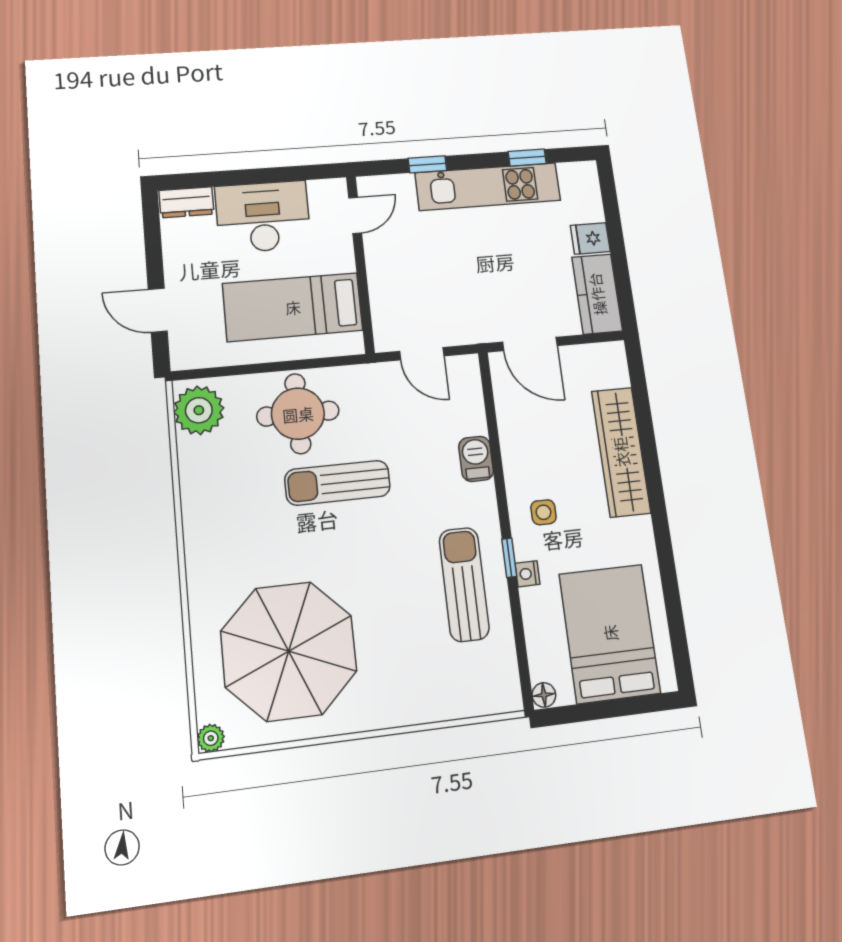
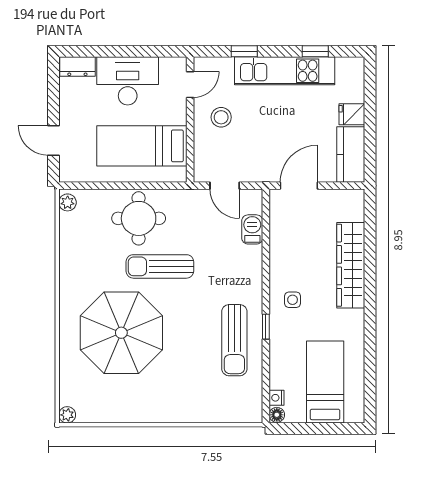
stool: (405, 257) -> (221, 117), added
door: (530, 344) -> (299, 186), swing flipped
plant: (199, 410) -> (68, 202), width x0.53, depth x0.53
barbecue: (476, 459) -> (252, 229), moved
nightstand: (527, 574) -> (277, 398), moved
sun lounger: (464, 584) -> (234, 340), turned 180
bed: (610, 633) -> (325, 382), width x0.67
parasol: (289, 651) -> (121, 333), moved

